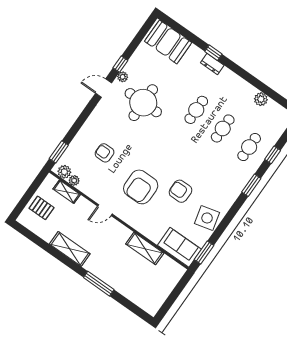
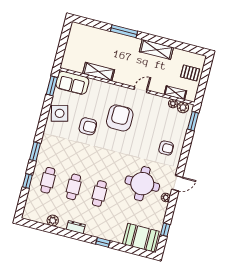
window: (120, 64) -> (165, 230), moved
dresser: (212, 64) -> (76, 227), moved
armchair: (105, 153) -> (166, 148), moved

